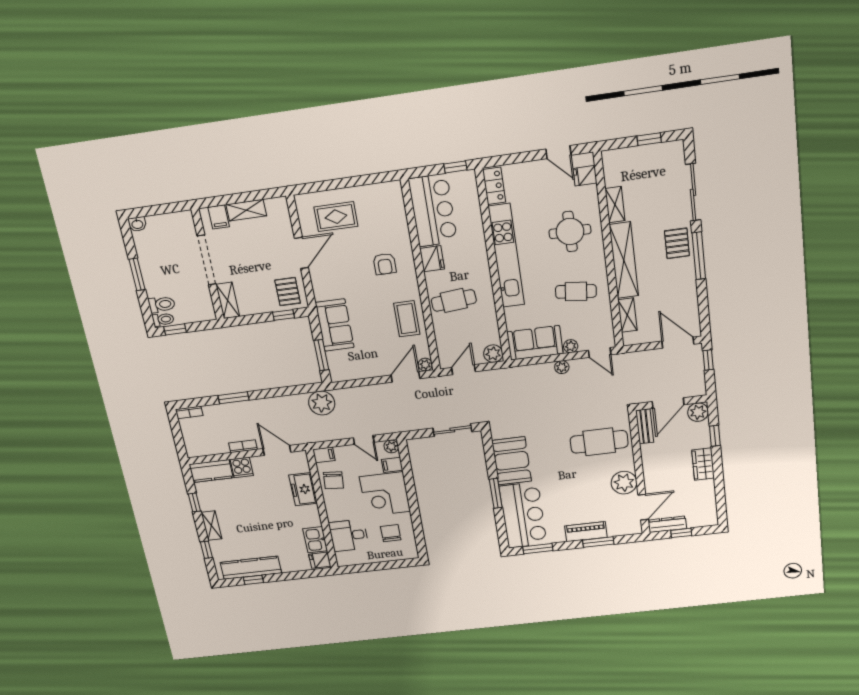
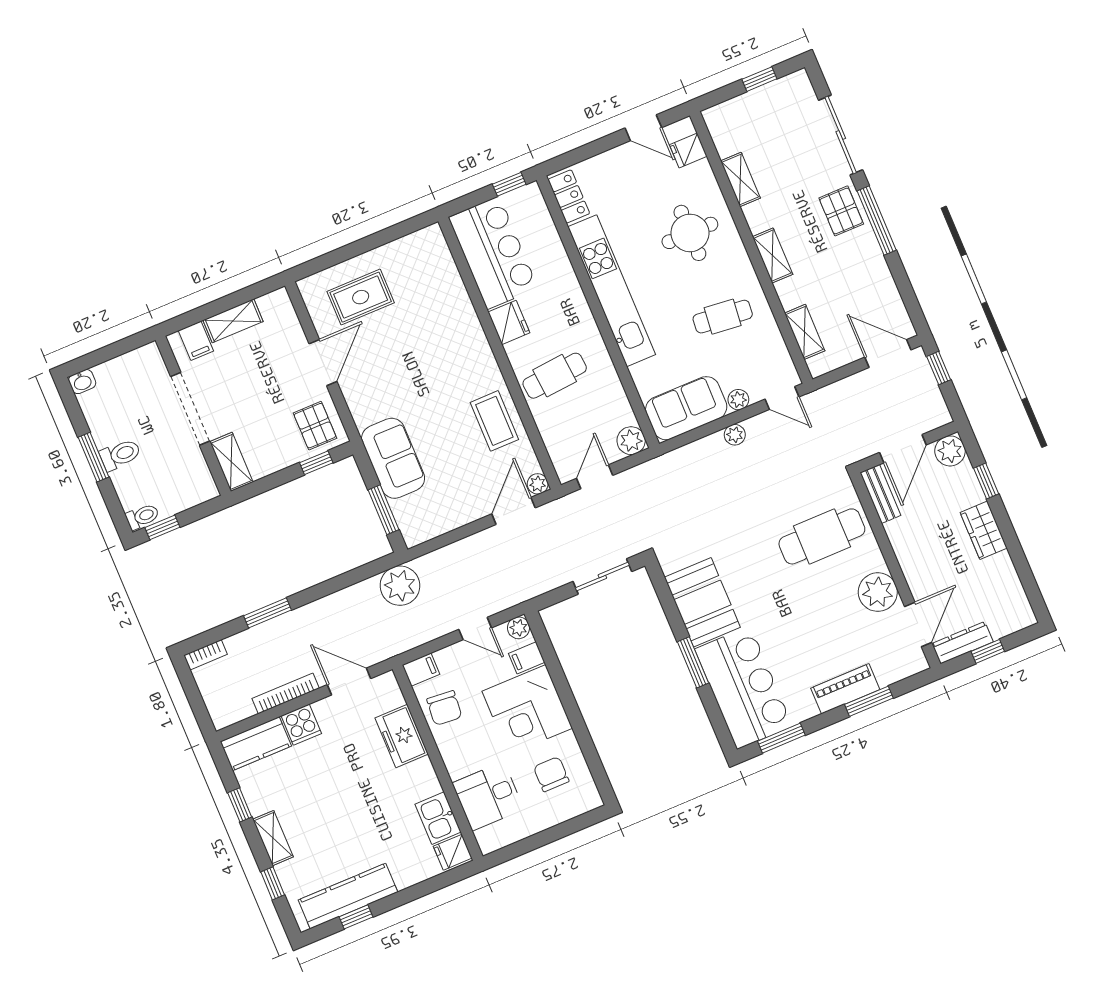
shelving: (624, 260) -> (773, 256), width x0.45, depth x0.75
armchair: (385, 264) -> (444, 348), removed
toilet: (162, 304) -> (120, 455), moved
bookcase: (243, 446) -> (286, 693), width x1.56

